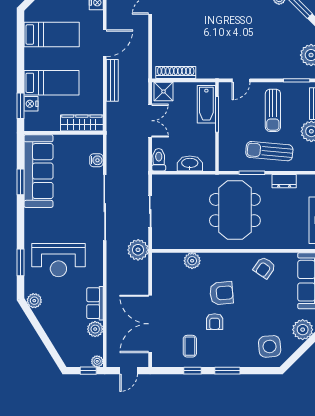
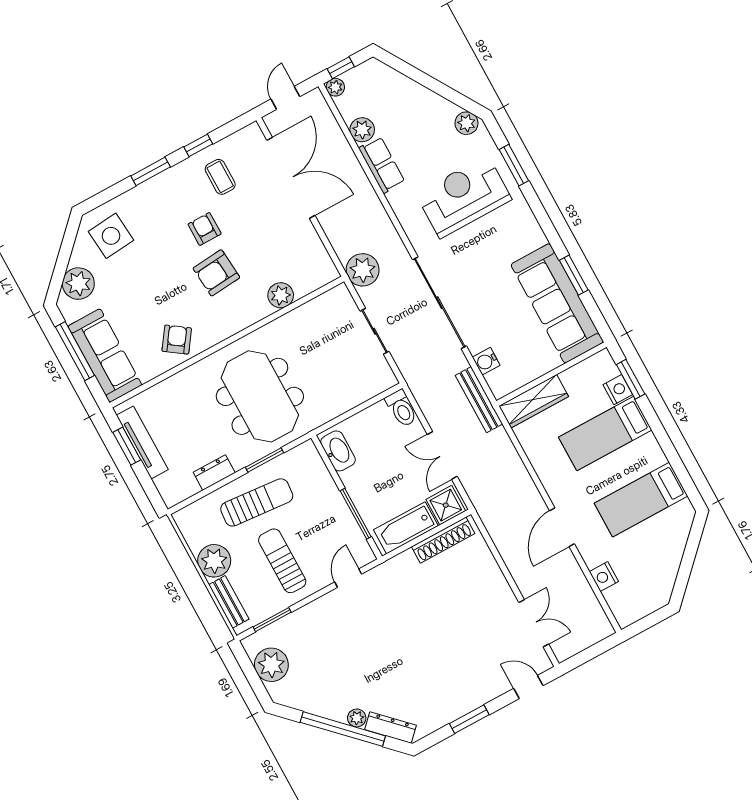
bench: (112, 80) -> (479, 400), moved
bathtub: (206, 104) -> (406, 528), moved, turned -90
washbasin: (190, 163) -> (338, 451), moved, turned -90

